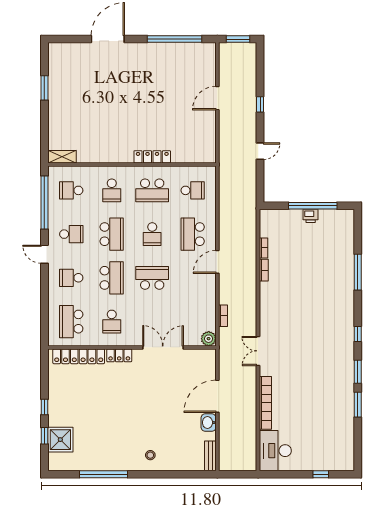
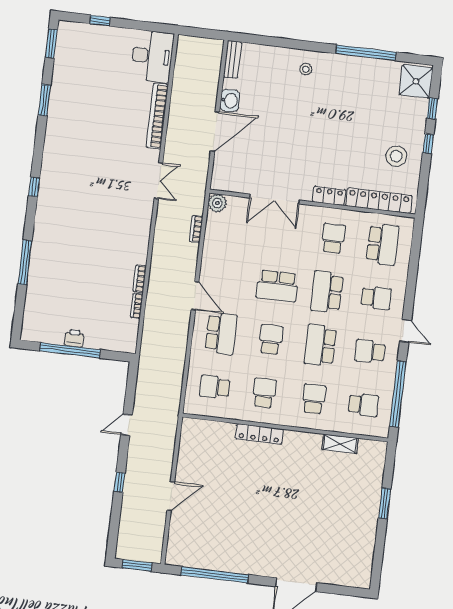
window: (44, 88) -> (385, 503), moved
shelving: (62, 157) -> (340, 444), moved
school desk: (152, 190) -> (264, 393), width x0.54
door: (217, 262) -> (195, 296), hinge flipped
window: (358, 372) -> (51, 43), moved
stool: (69, 394) -> (396, 156), added
shower: (60, 440) -> (416, 81), moved

